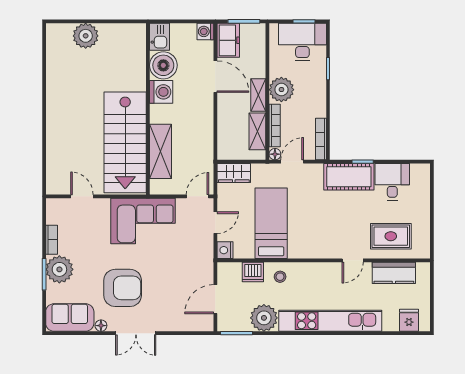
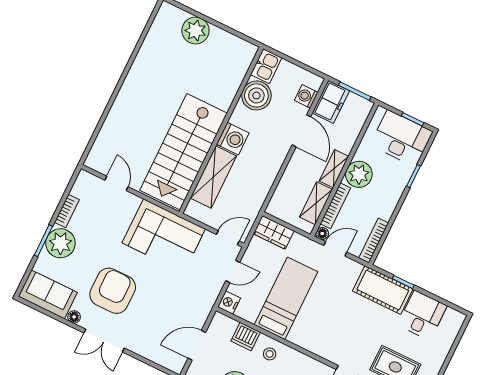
washing machine: (205, 31) -> (306, 96), moved
washing machine: (161, 92) -> (233, 139), moved
armchair: (123, 288) -> (113, 291), turned -90

